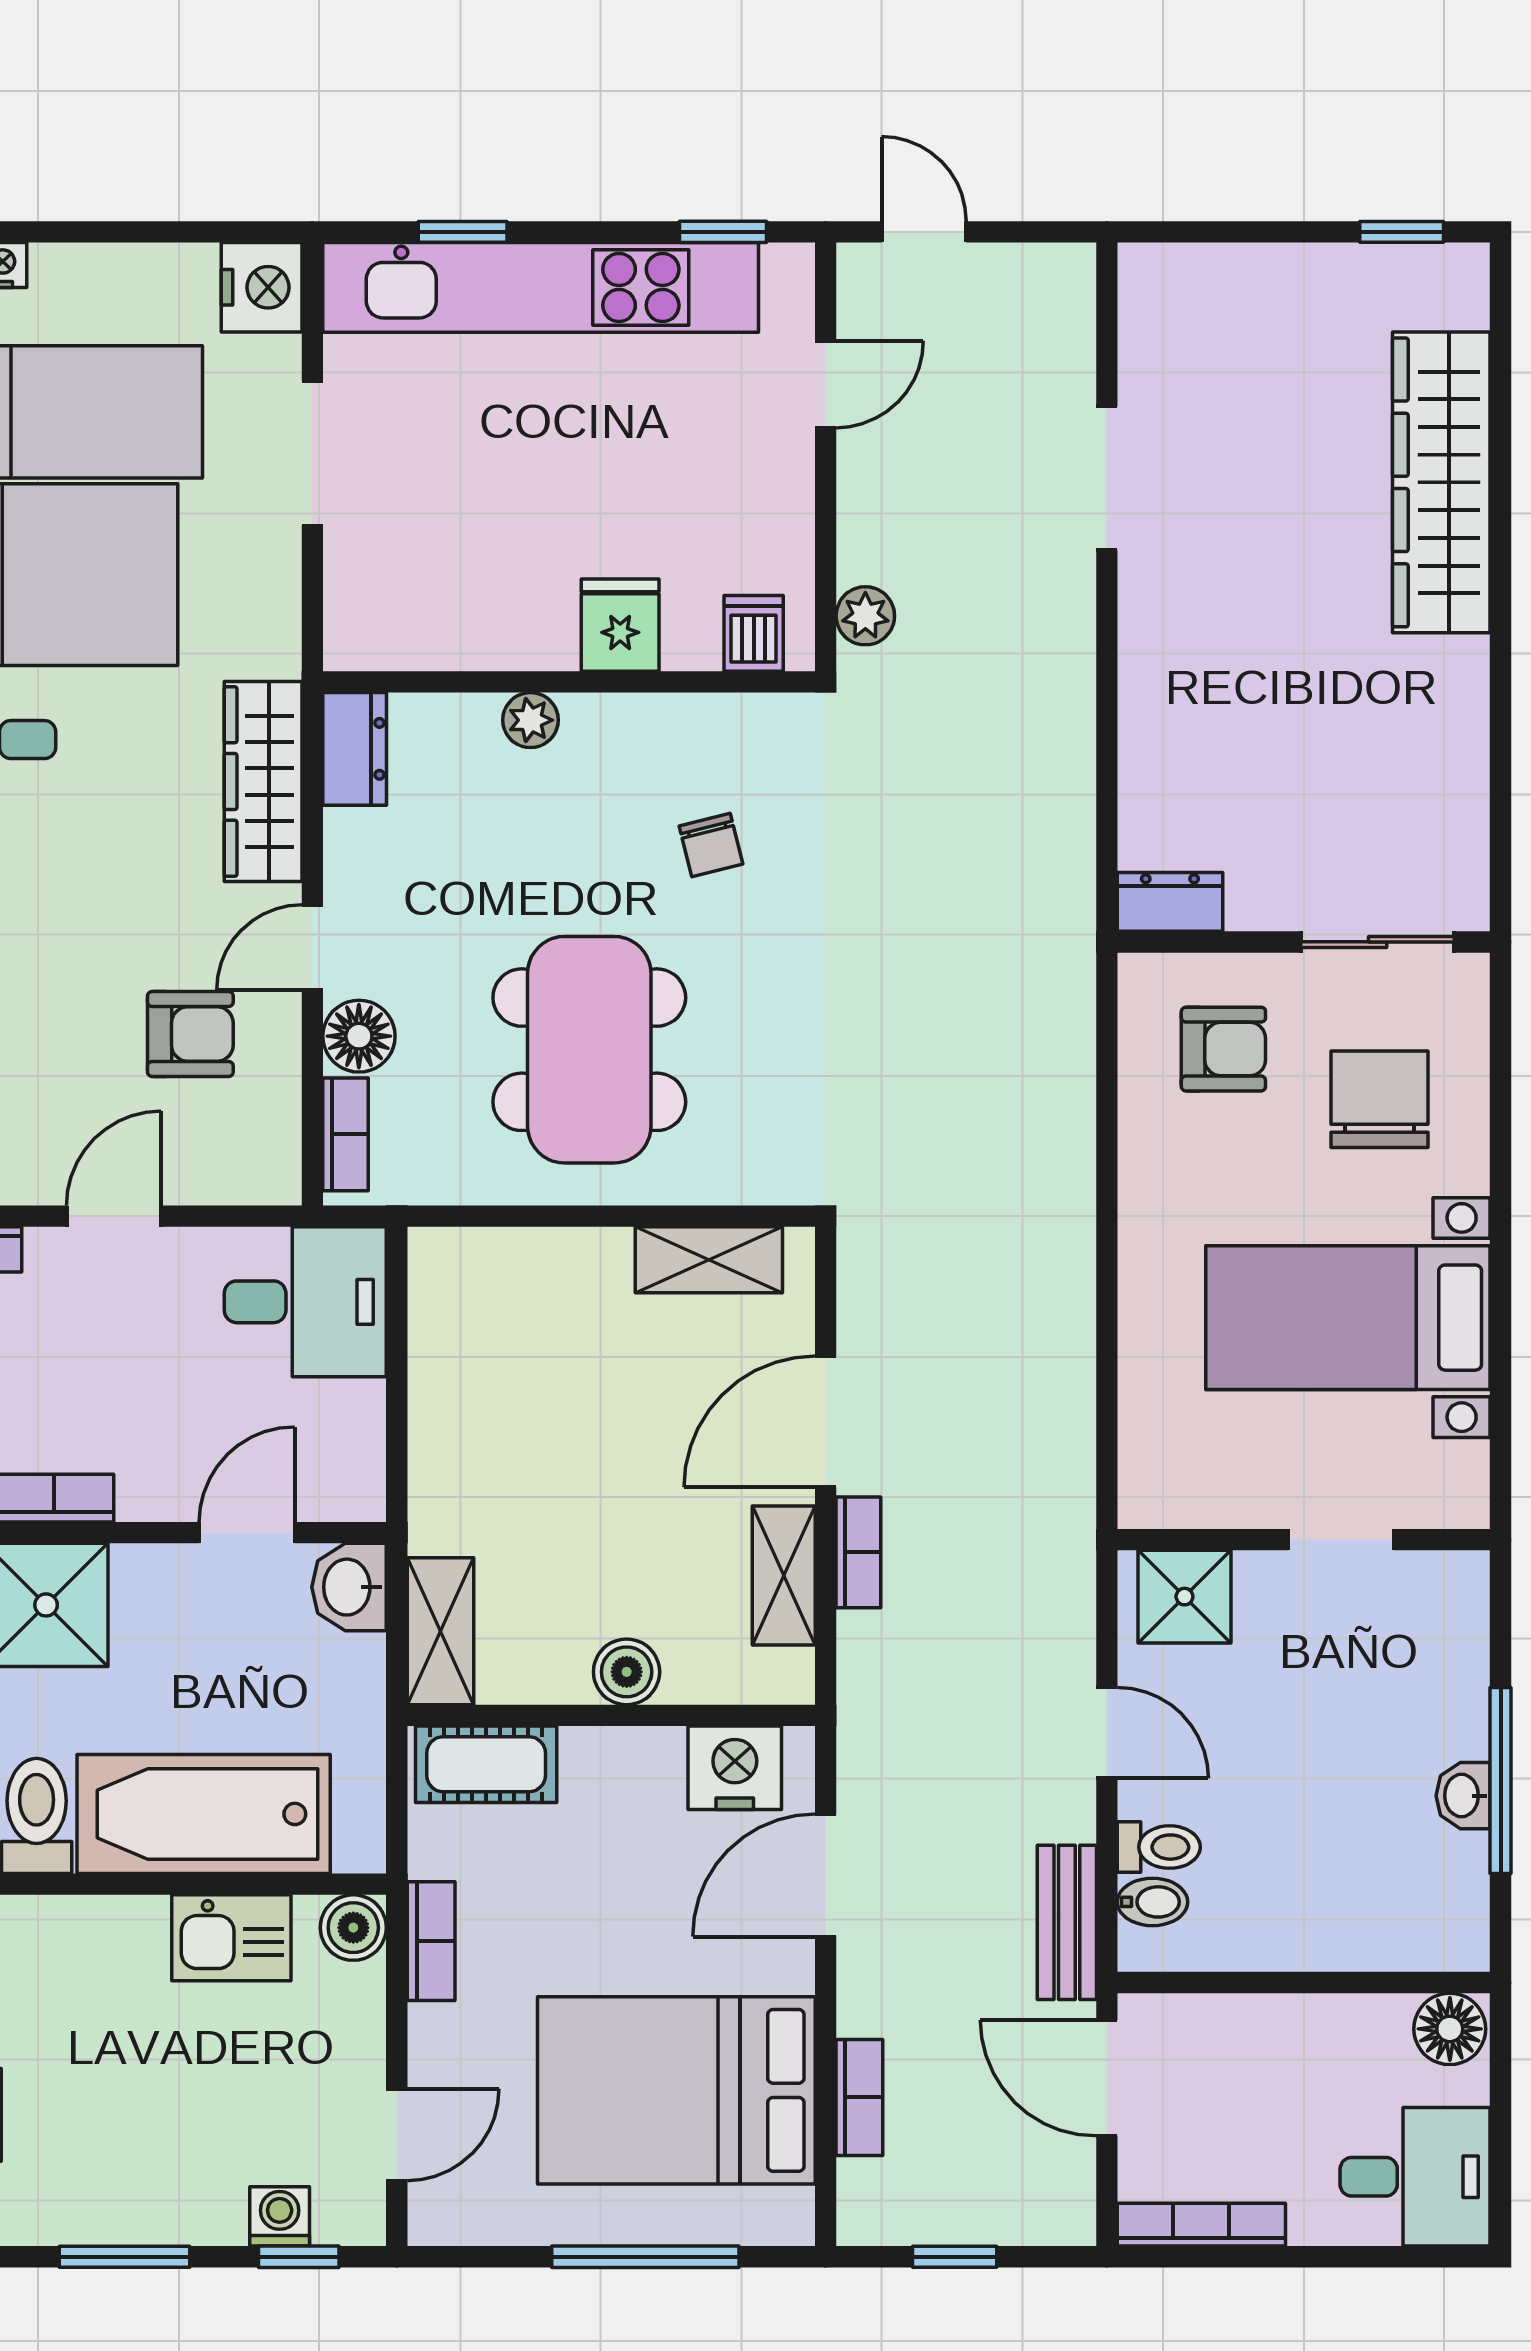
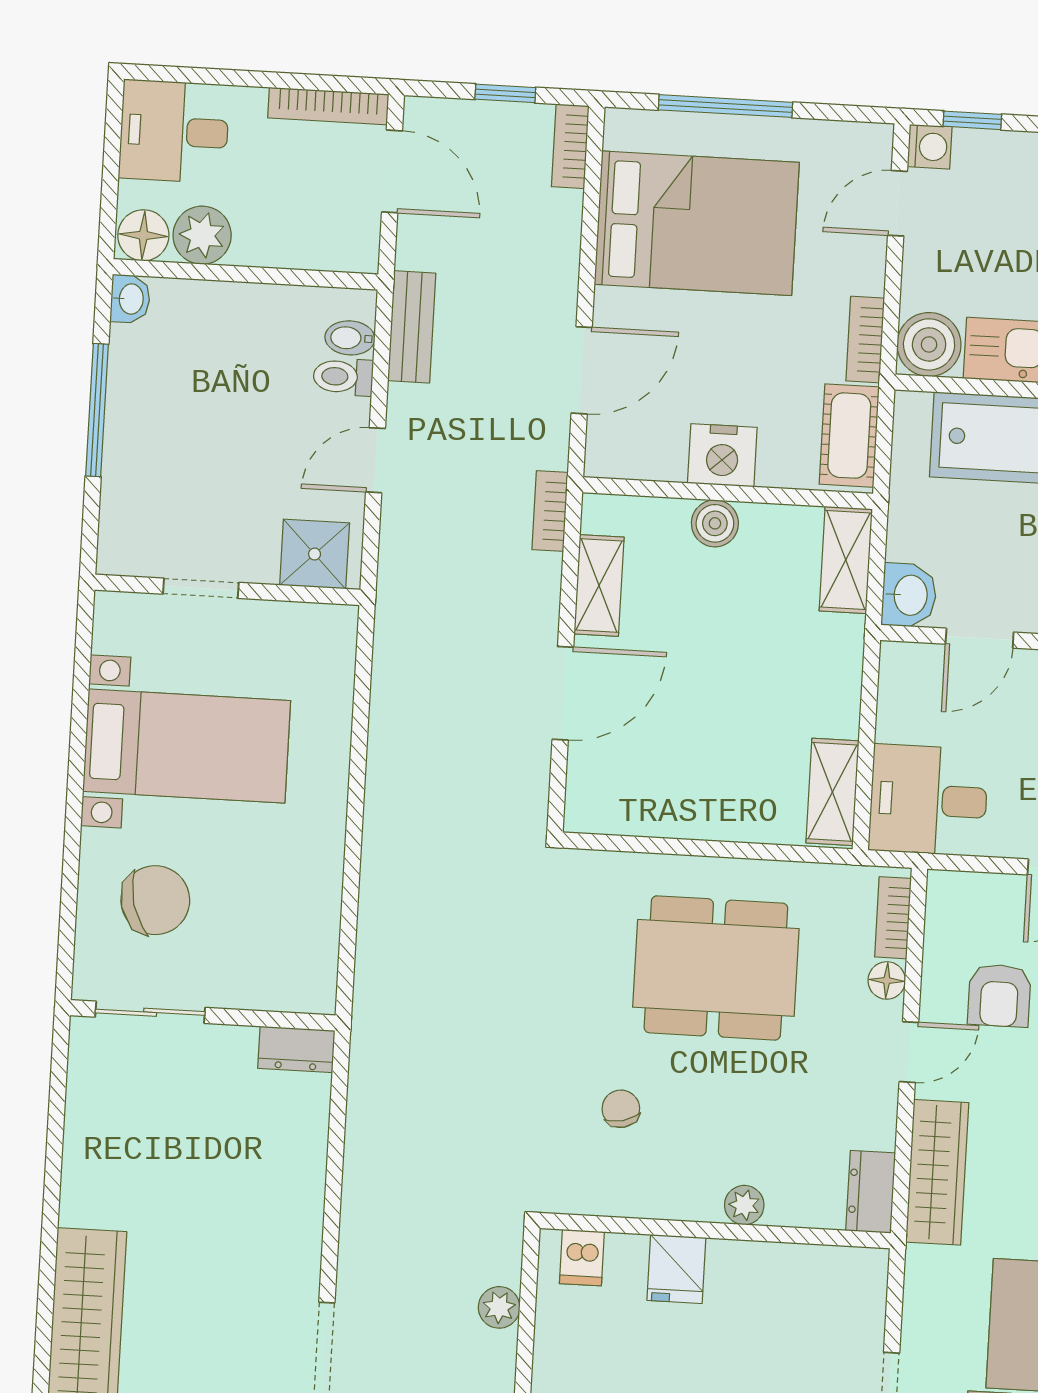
plant: (865, 616) -> (499, 1307), moved
armchair: (190, 1034) -> (999, 995), turned -90
floor lamp: (359, 1036) -> (887, 980), width x0.73, depth x0.73
armchair: (1223, 1049) -> (264, 942), removed
dining table: (589, 1050) -> (716, 968), turned 90
chair: (1379, 1099) -> (155, 900), turned -105
shelving: (709, 1260) -> (832, 792), moved, turned 90
bookcase: (858, 1552) -> (550, 511), moved
door: (1107, 1733) -> (375, 460), hinge flipped
cot: (486, 1764) -> (849, 436), moved, turned 90
nightstand: (735, 1768) -> (722, 455), moved
washbasin: (1463, 1796) -> (130, 299), moved
boiler: (353, 1928) -> (929, 344), width x1.36, depth x1.36
plant: (1368, 2034) -> (202, 235), added
door: (1107, 2078) -> (392, 171), moved
bookcase: (859, 2097) -> (570, 146), moved
washing machine: (280, 2216) -> (930, 147), moved, turned -90

